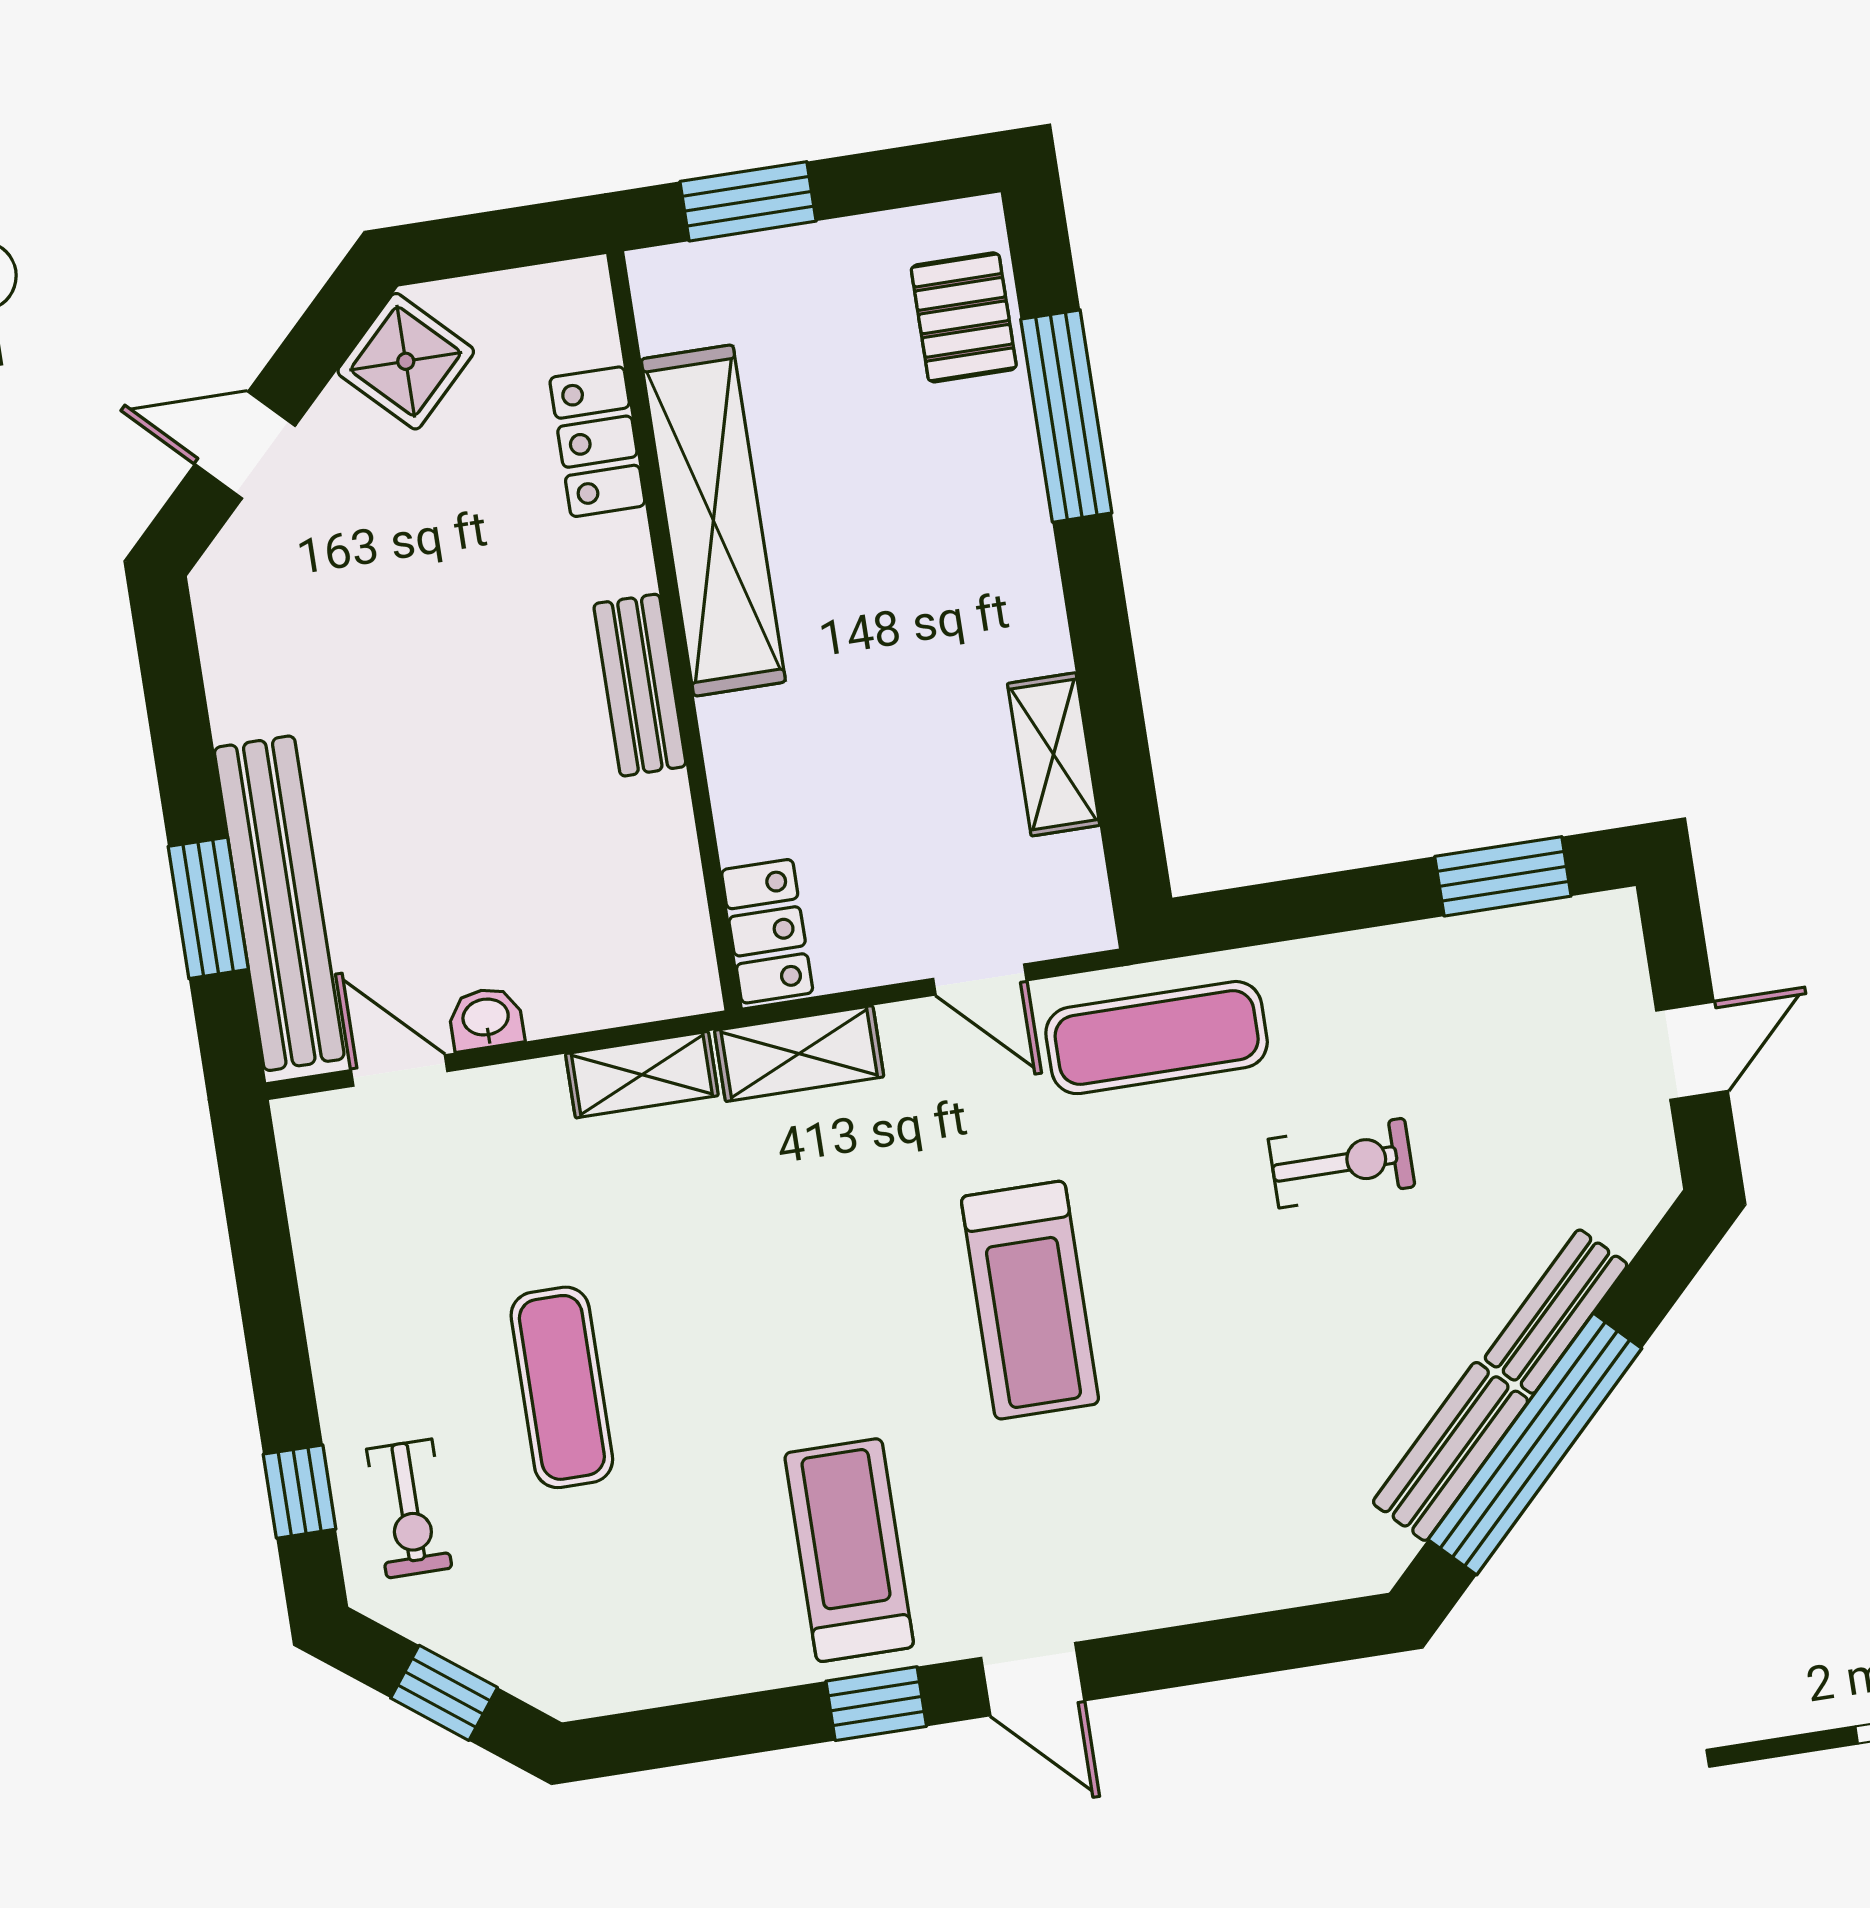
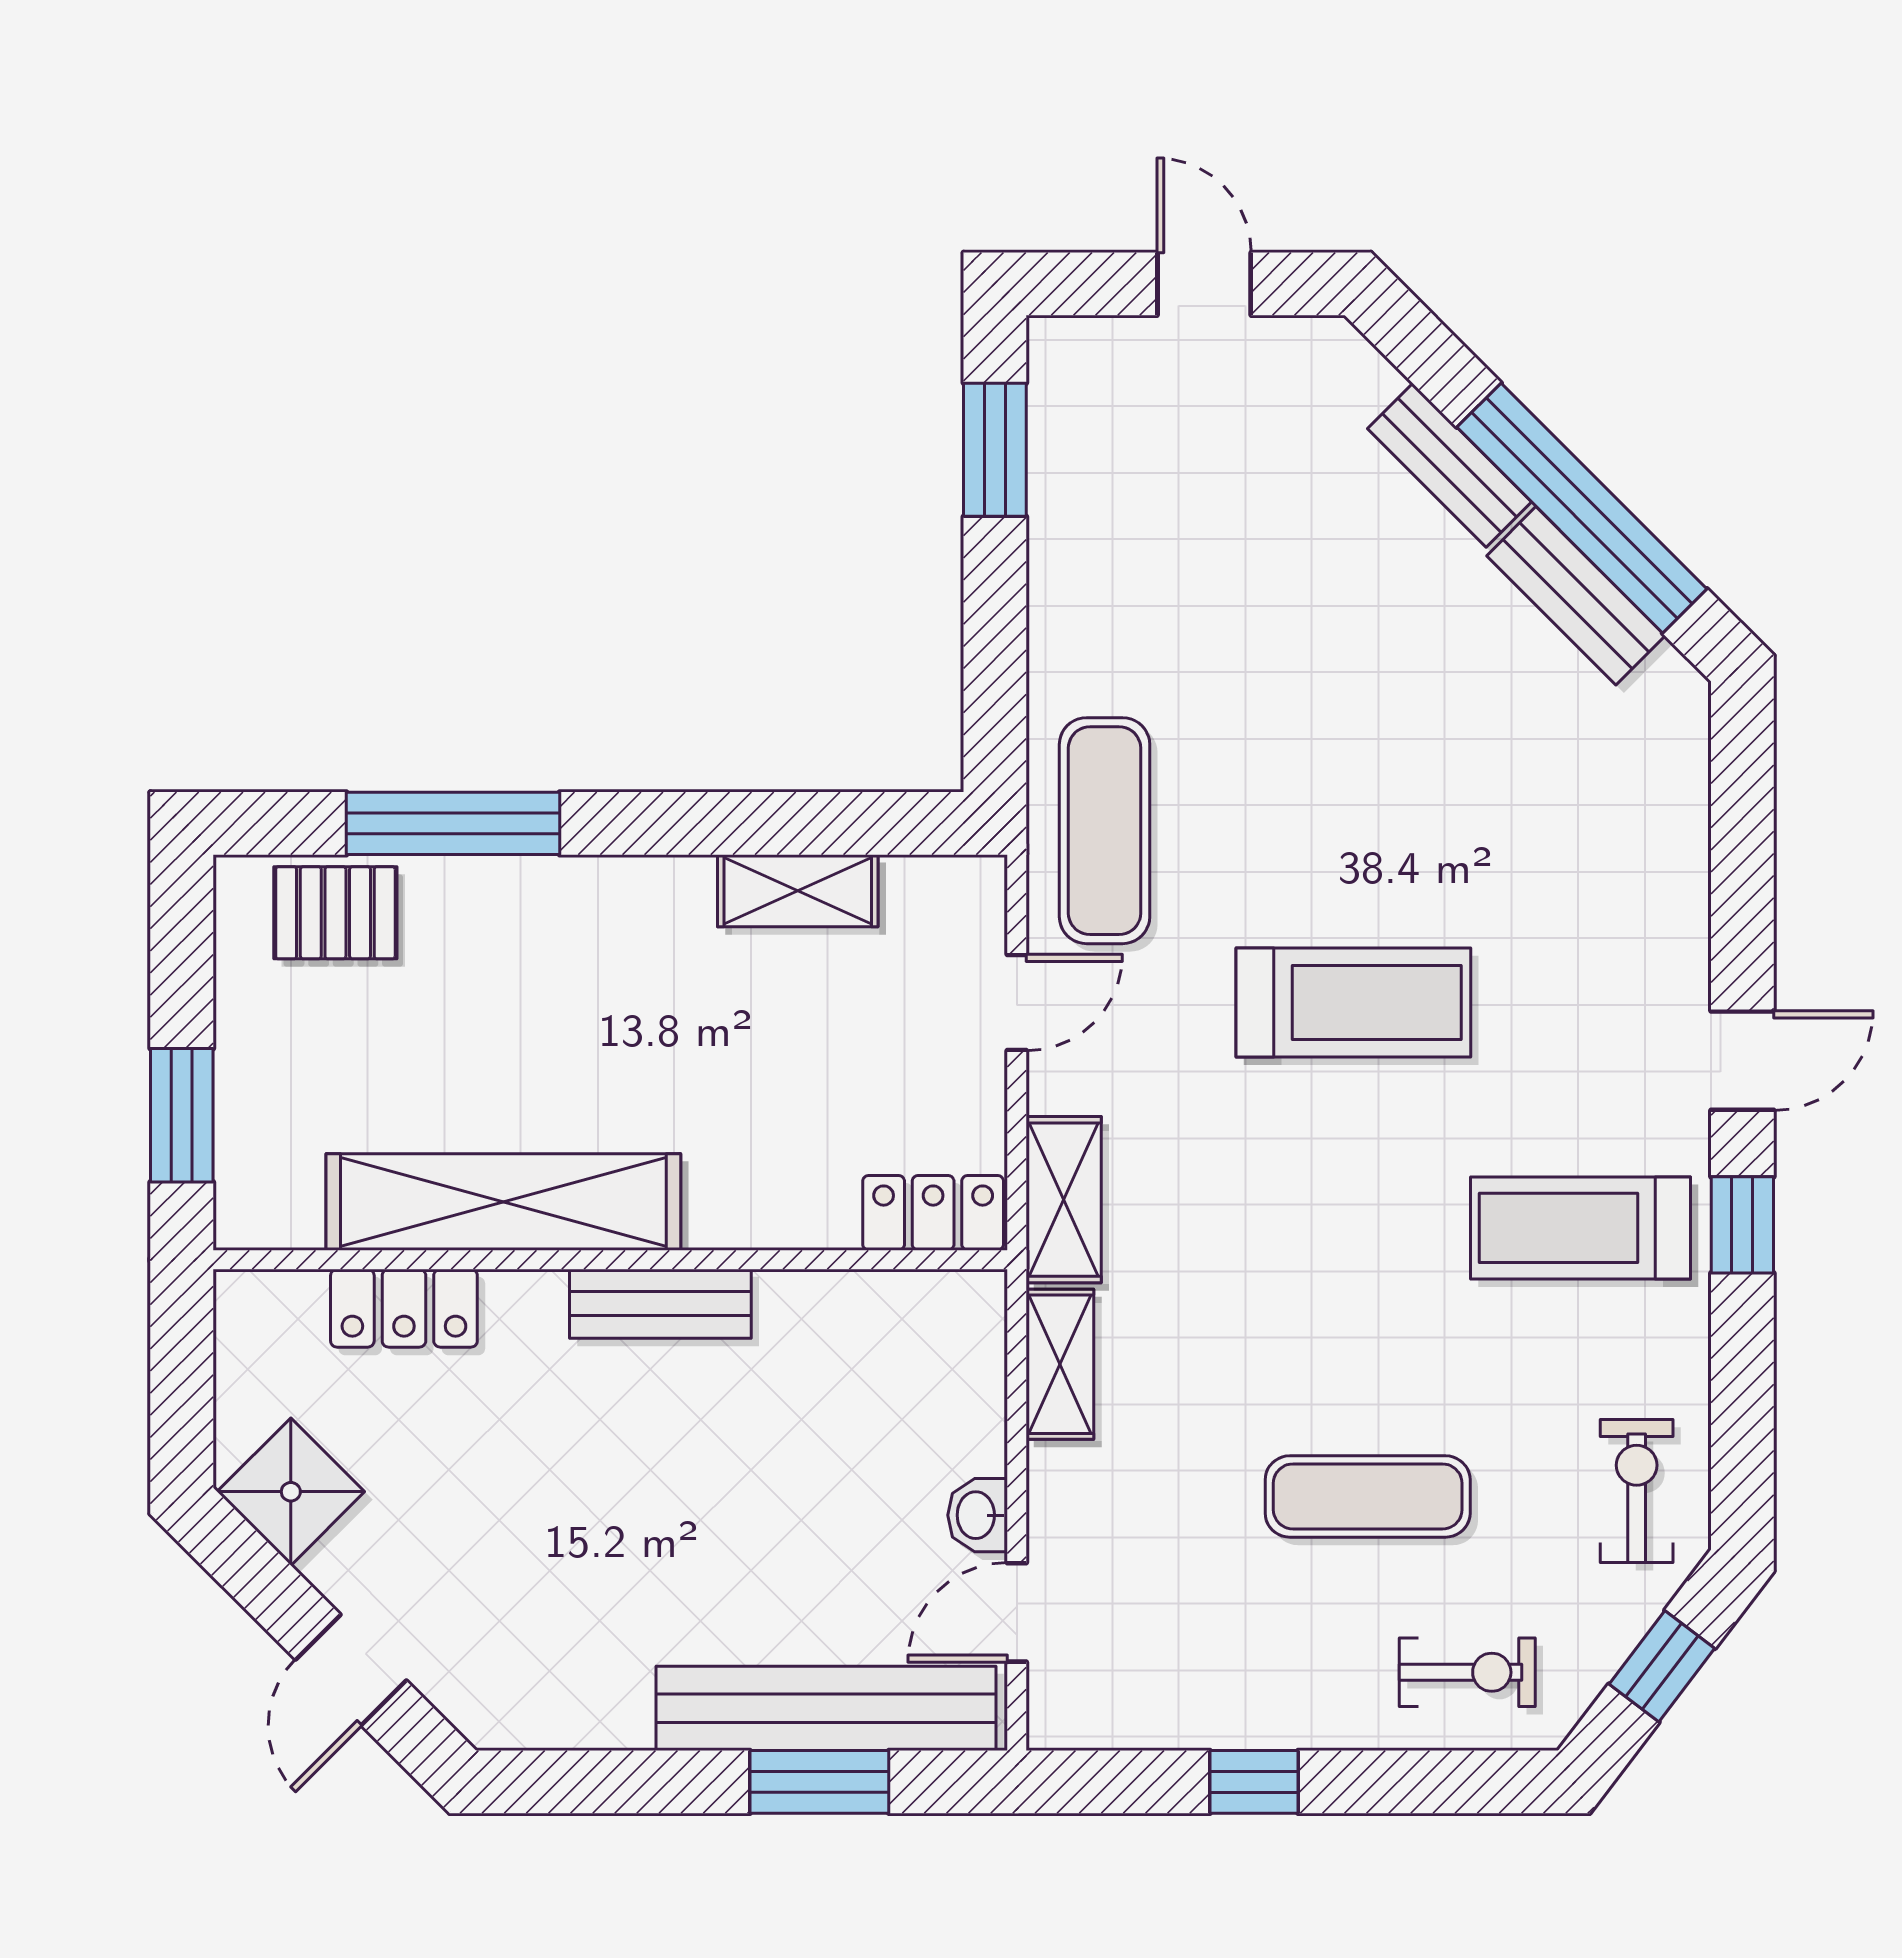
exercise bike: (1342, 1163) -> (1637, 1491), moved
window: (300, 1492) -> (1254, 1782), moved

